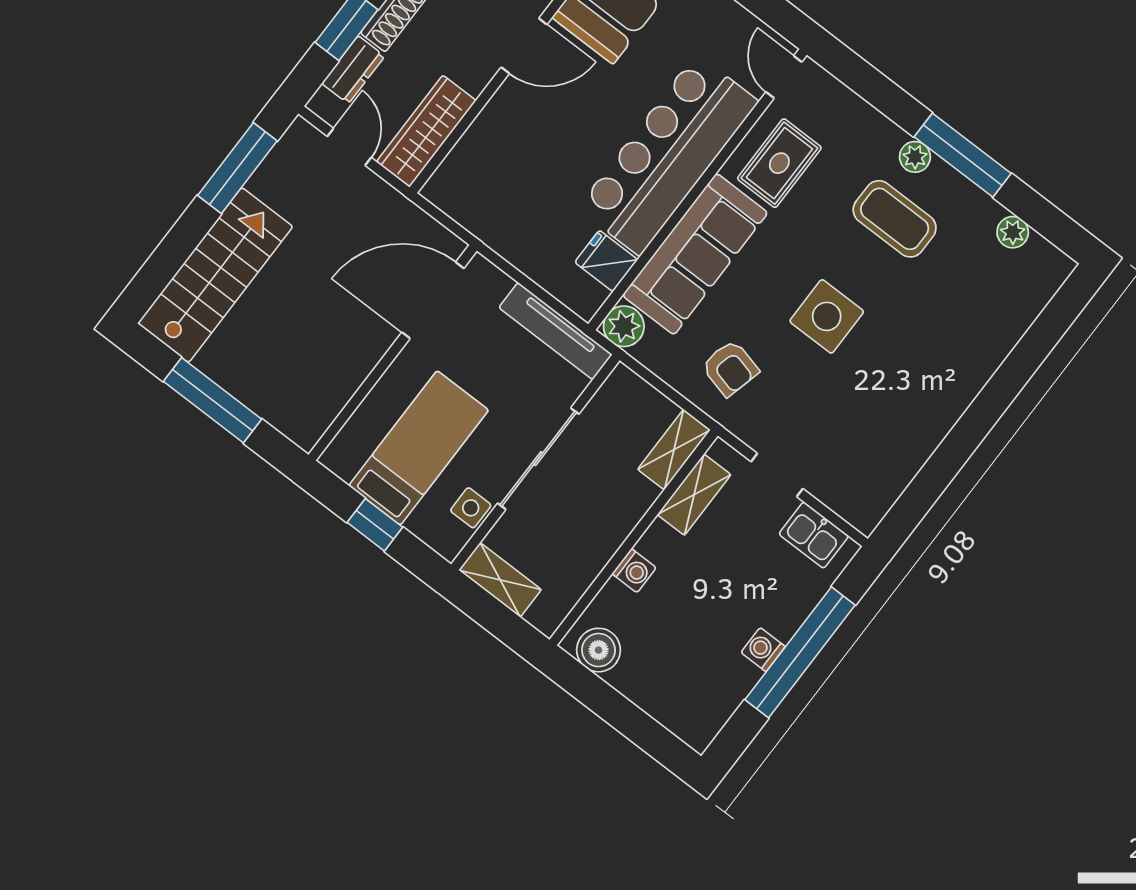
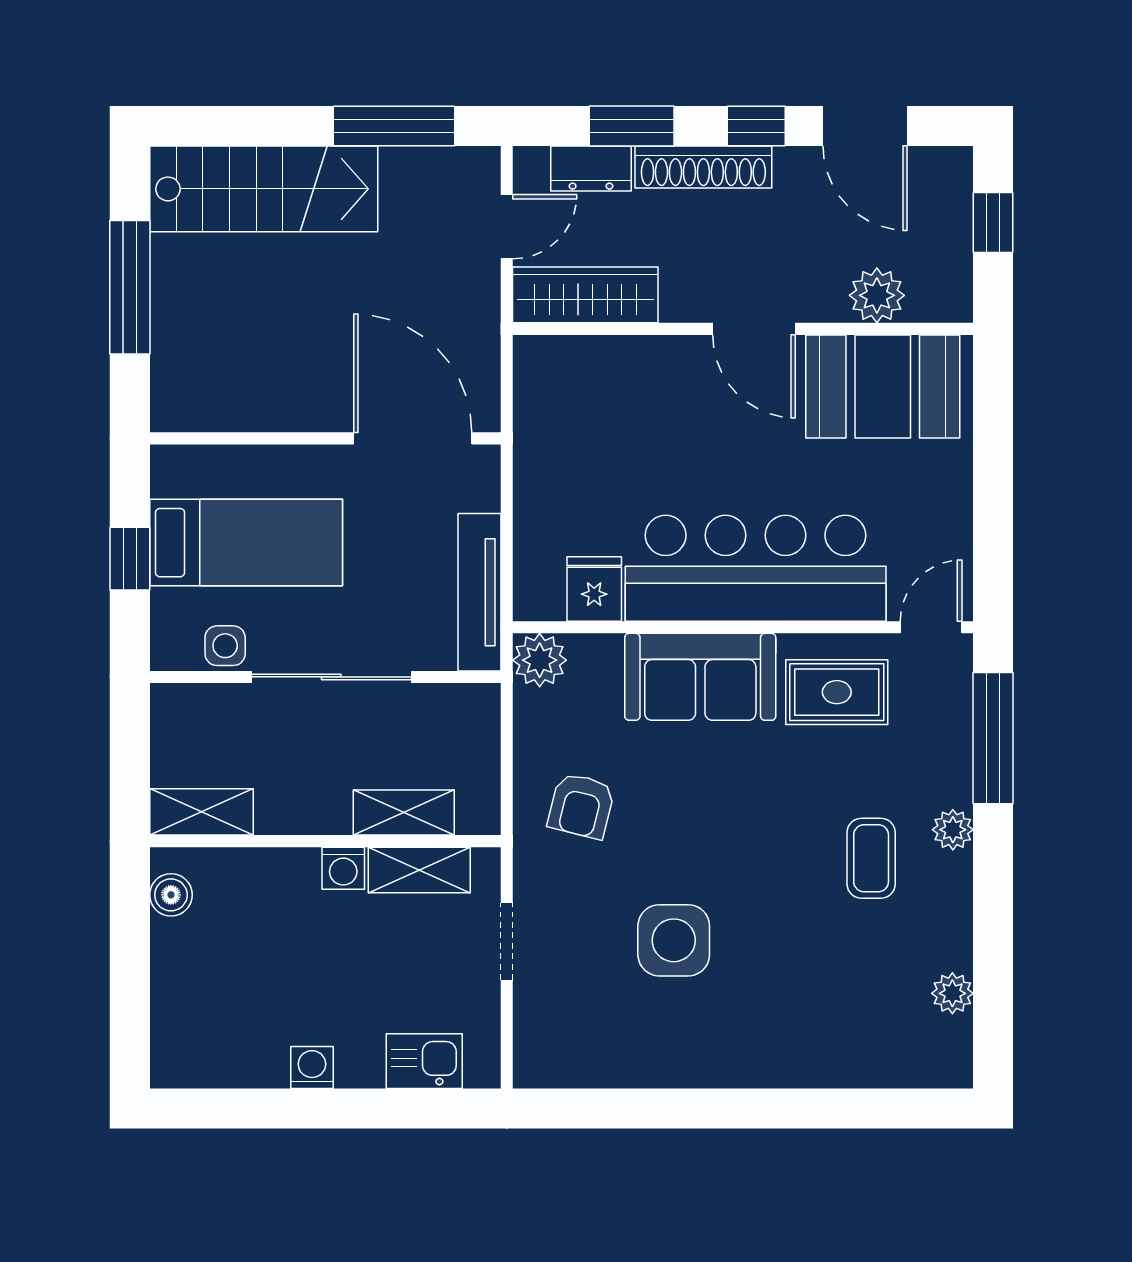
window: (963, 155) -> (993, 738), moved
coffee table: (895, 219) -> (871, 858), width x0.73, depth x0.77
sofa: (695, 254) -> (700, 677), width x0.73
side table: (827, 316) -> (674, 940), moved
shelving: (674, 450) -> (404, 812), moved
kitchen sink: (814, 535) -> (424, 1061), moved, turned 90
washing machine: (634, 571) -> (343, 868), moved
shelving: (500, 580) -> (201, 812), moved, turned 90
boiler: (599, 650) -> (171, 895), width x0.73, depth x0.73
window: (800, 652) -> (339, 1109), removed

